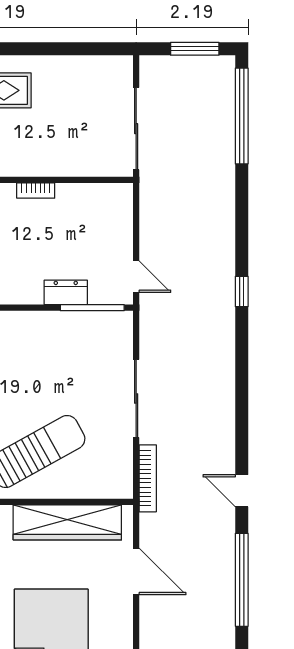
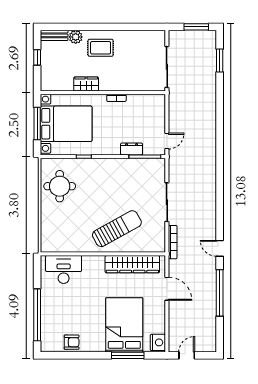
window: (242, 116) -> (220, 61), width x0.47
door: (136, 277) -> (167, 141), hinge flipped
window: (242, 292) -> (220, 149), removed

